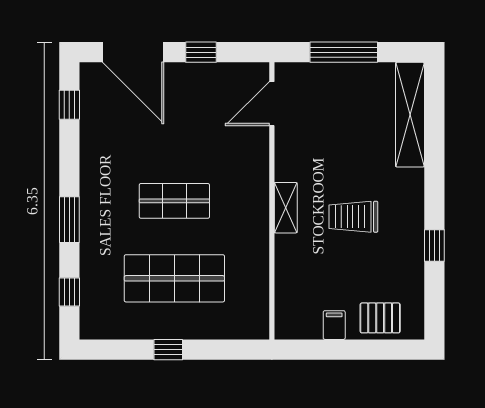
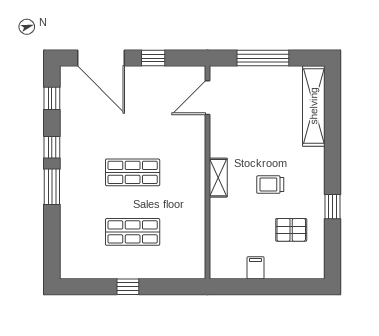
trolley: (353, 217) -> (270, 185), width x0.73, depth x0.72
shop shelf: (174, 278) -> (133, 232), width x0.70, depth x0.74
window: (69, 292) -> (52, 147), moved
pallet: (380, 318) -> (291, 230), moved

